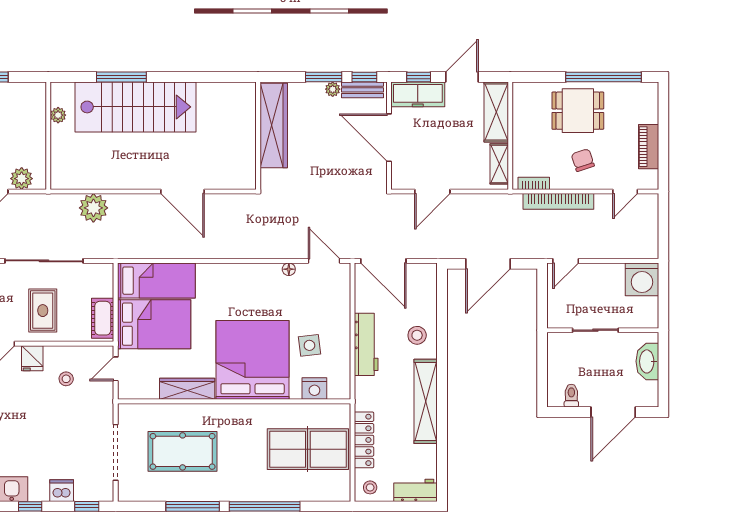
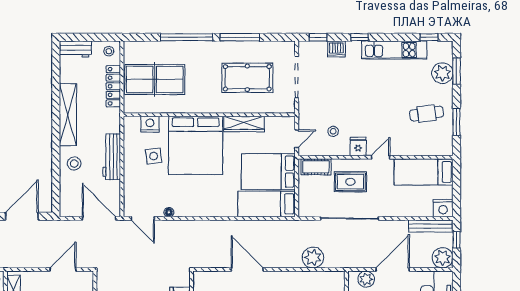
rug: (43, 311) -> (350, 182), turned 90
cot: (103, 318) -> (316, 167), moved, turned 90

